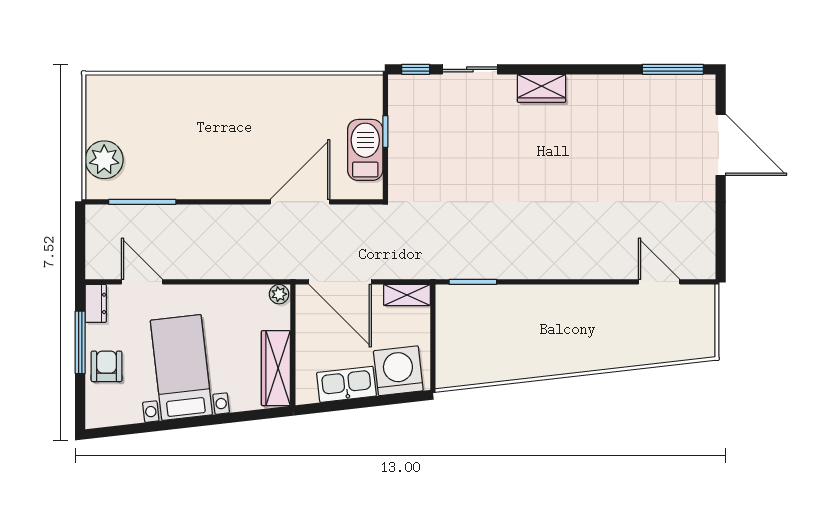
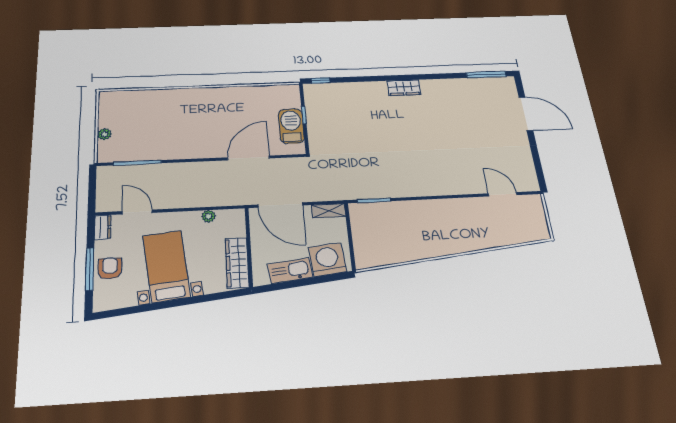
sliding door: (470, 69) -> (356, 79), removed
plant: (104, 160) -> (104, 134), width x0.53, depth x0.53
plant: (279, 294) -> (208, 216), moved
window: (80, 342) -> (90, 269), moved

